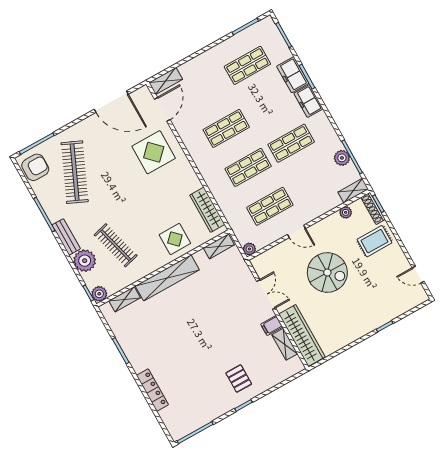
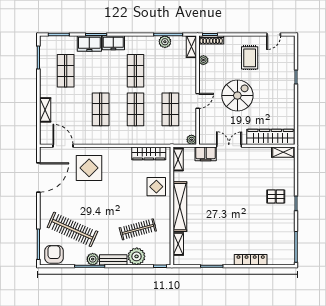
shelving: (166, 81) -> (45, 110), moved
rug: (374, 241) -> (250, 58), moved
plant: (99, 294) -> (93, 259), moved
filing cabinet: (272, 326) -> (206, 154), moved, width x2.00
shelving: (285, 344) -> (283, 152), moved

